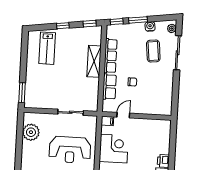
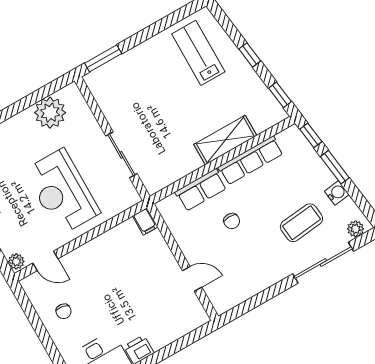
lab bench: (47, 48) -> (198, 53), turned 90
door: (123, 115) -> (192, 279), moved
corner desk: (114, 149) -> (108, 259), removed

